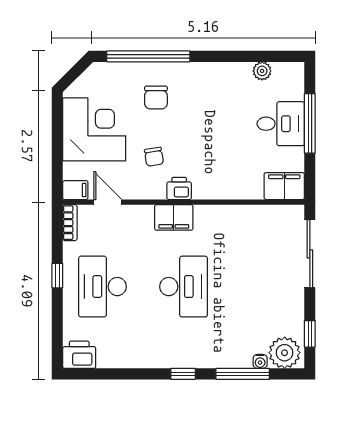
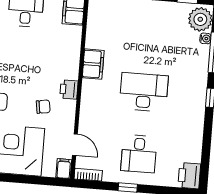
door: (108, 202) -> (75, 145), swing flipped
filing cabinet: (174, 217) -> (93, 64), moved
desk: (103, 287) -> (139, 154), width x0.73

